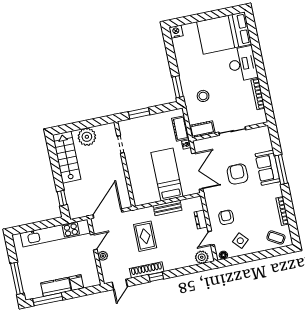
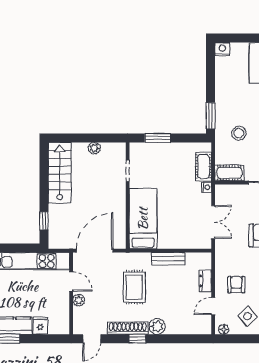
plant: (87, 137) -> (94, 148), width x0.53, depth x0.53
double door: (197, 171) -> (213, 222), width x0.73
bed: (167, 174) -> (143, 219), moved
door: (94, 242) -> (71, 281), hinge flipped
plant: (202, 257) -> (157, 326), moved

